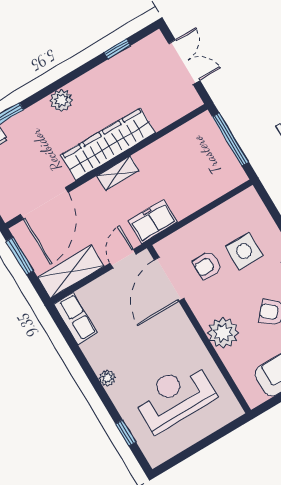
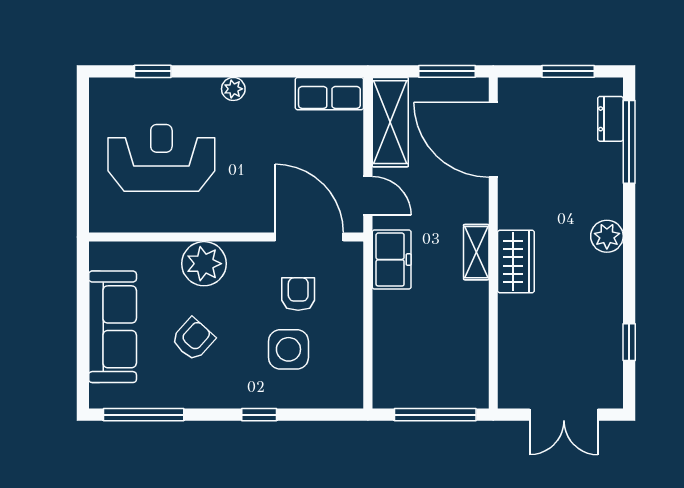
wardrobe: (108, 144) -> (516, 261), width x0.48, depth x0.85
reception desk: (175, 397) -> (161, 158), turned -90

